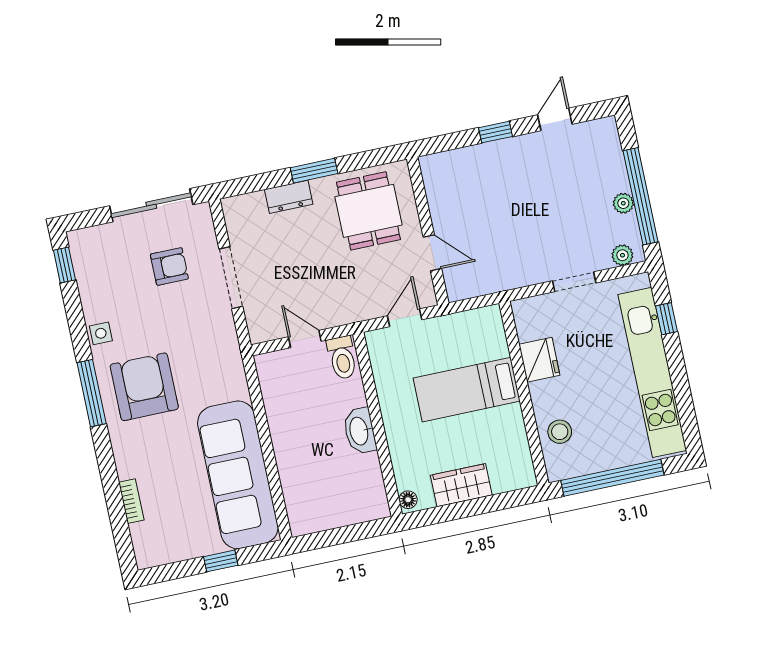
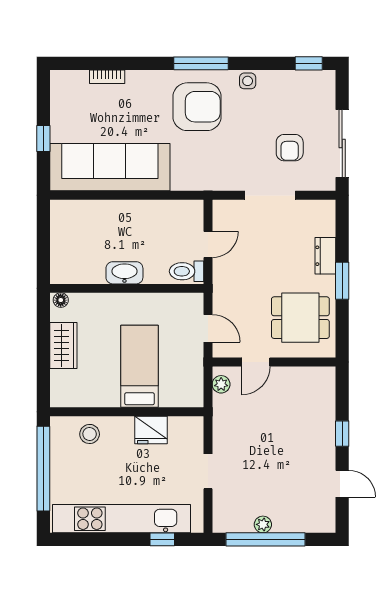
plant: (622, 255) -> (221, 384), moved

